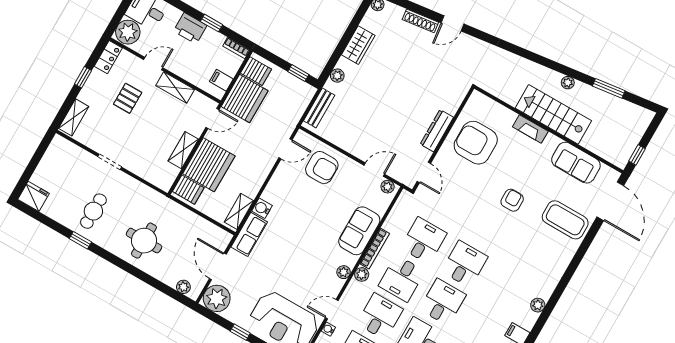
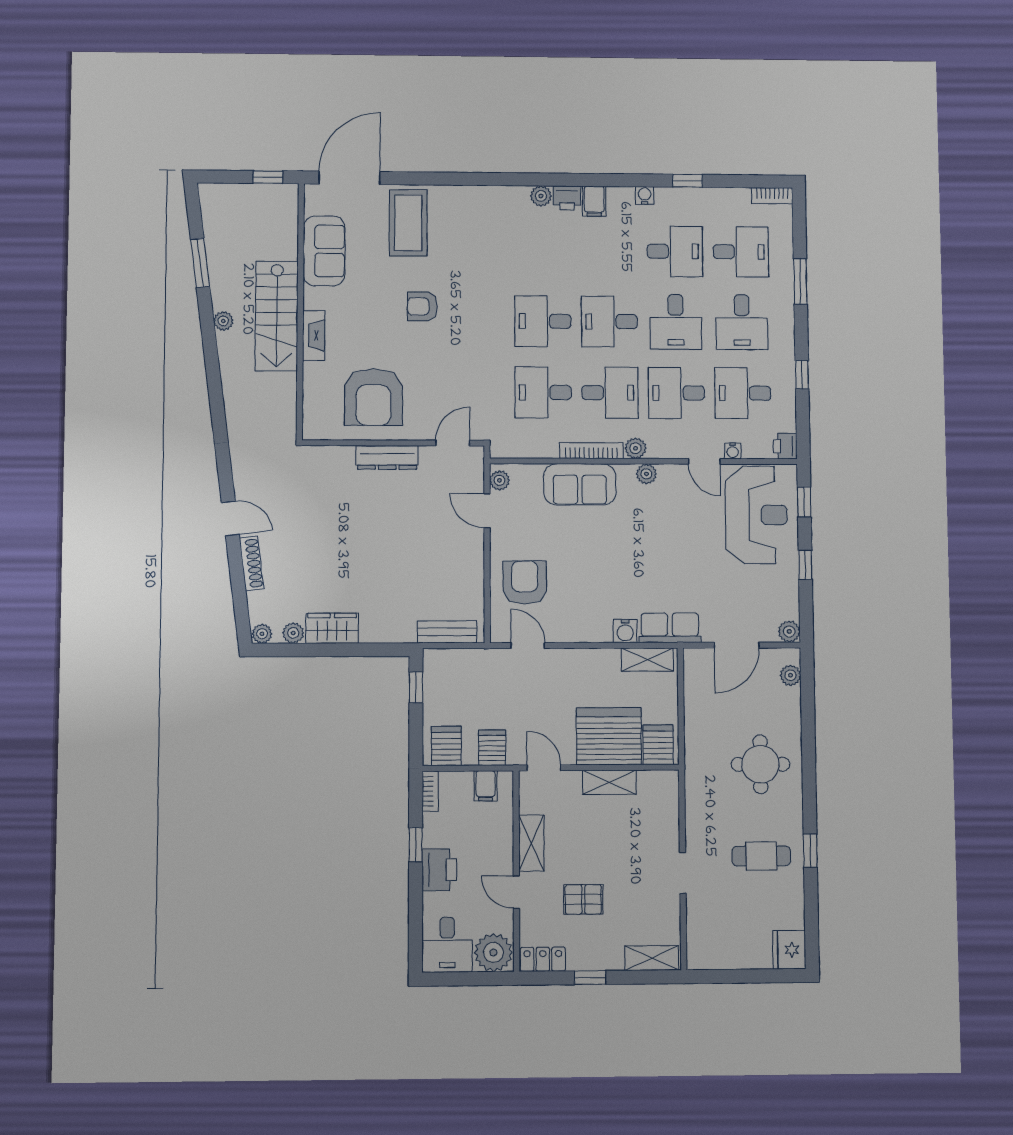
plant: (337, 76) -> (293, 633), moved
server rack: (245, 99) -> (492, 748), width x0.46, depth x0.70
plant: (217, 298) -> (789, 632), width x0.53, depth x0.53
printer: (528, 320) -> (567, 198), added

